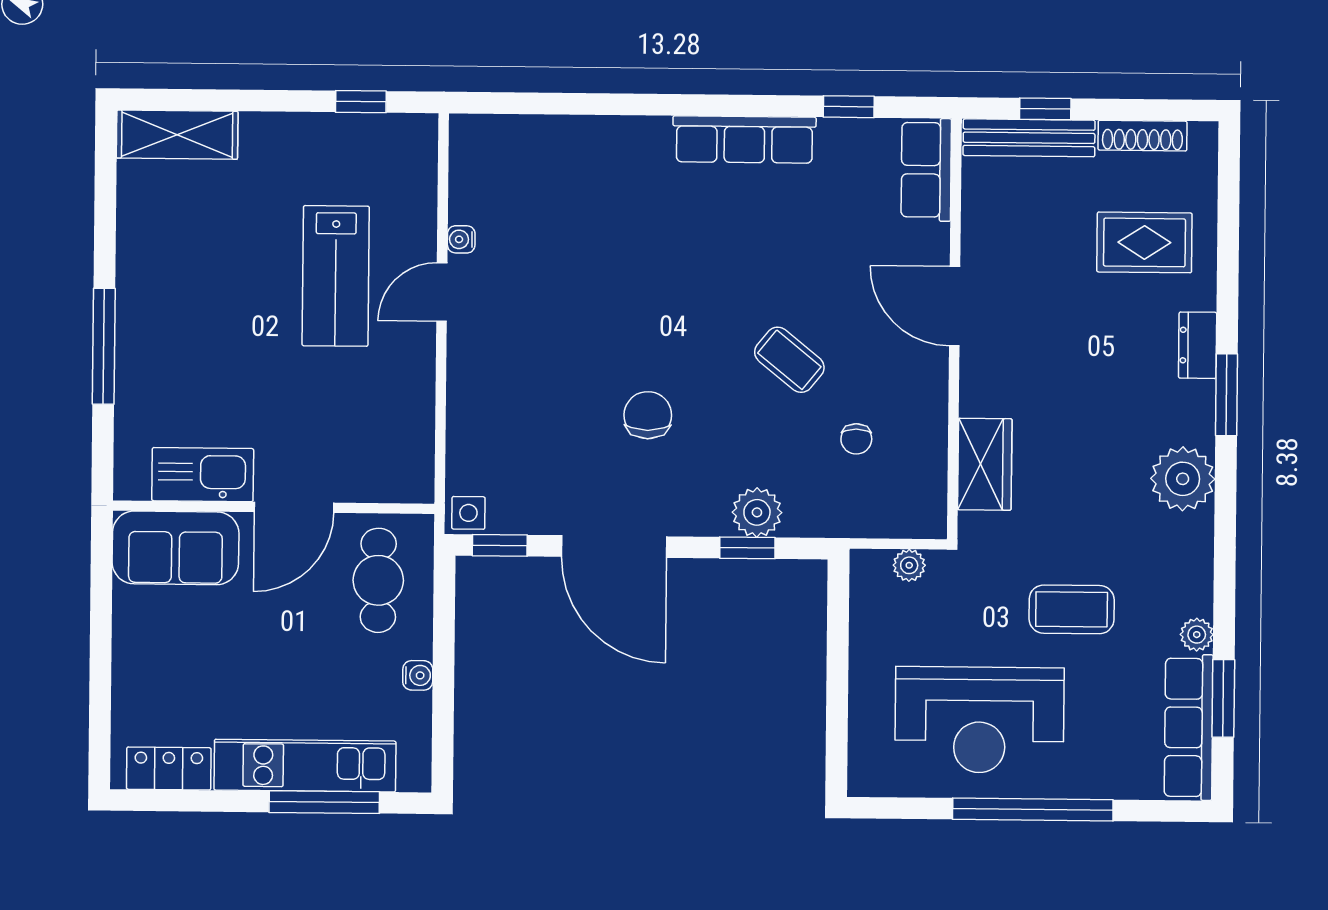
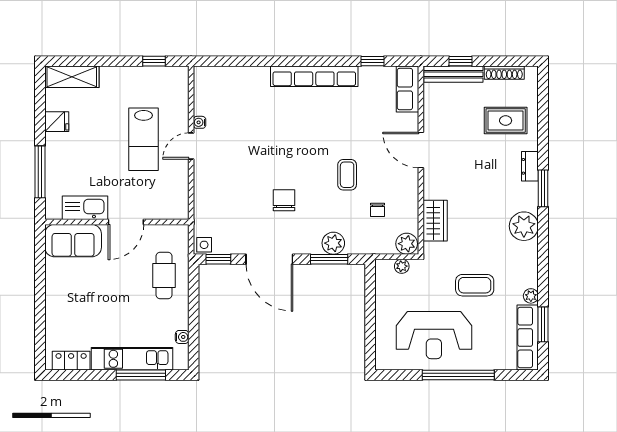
row of seats: (744, 140) -> (314, 76), width x1.36
fridge: (142, 234) -> (57, 122), added
coffee table: (789, 360) -> (347, 175), turned 51
kitchen sink: (203, 475) -> (85, 208), moved
wall: (274, 507) -> (117, 222), moved
door: (294, 507) -> (126, 222), moved
plant: (921, 515) -> (407, 244), added
sofa: (176, 548) -> (73, 241), moved
window: (747, 548) -> (329, 259), width x1.50
water cooler: (418, 675) -> (182, 337), moved

